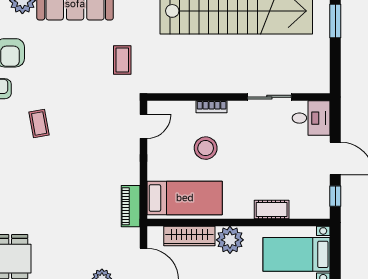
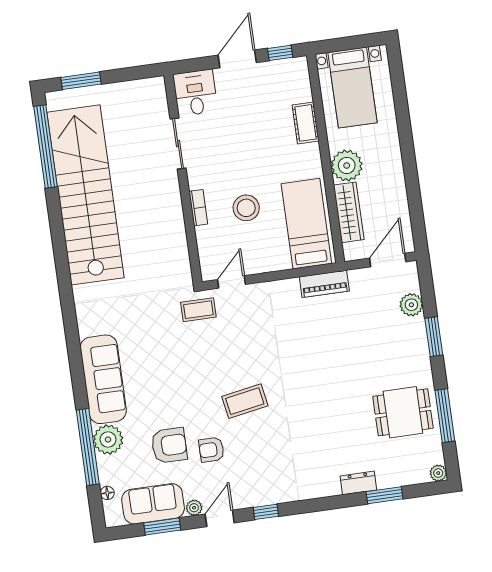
coffee table: (122, 60) -> (198, 310), moved
coffee table: (39, 123) -> (245, 401), width x1.36, depth x1.30
door: (143, 126) -> (232, 282), hinge flipped

